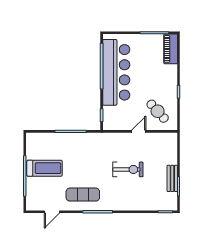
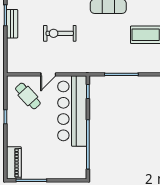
bar counter: (116, 72) -> (72, 111), moved

